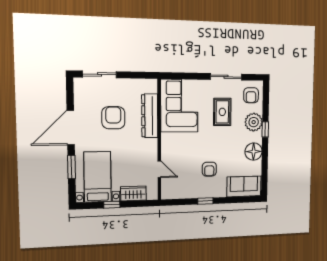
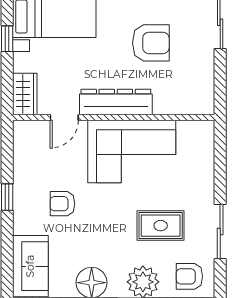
corner sofa: (179, 106) -> (132, 152), moved
dresser: (150, 116) -> (116, 102), moved
wardrobe: (133, 193) -> (25, 94), moved

